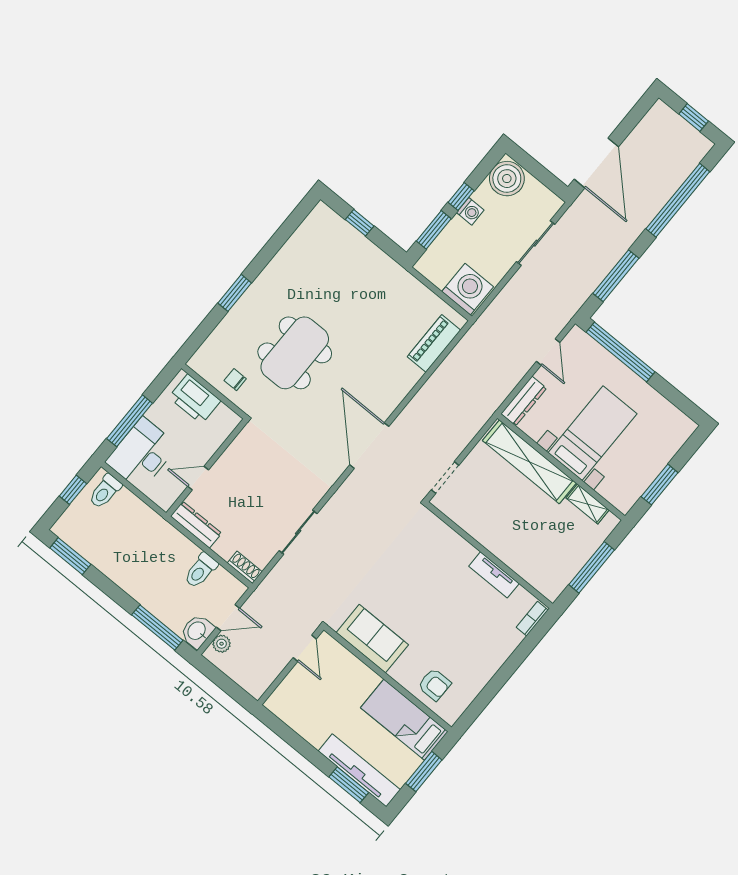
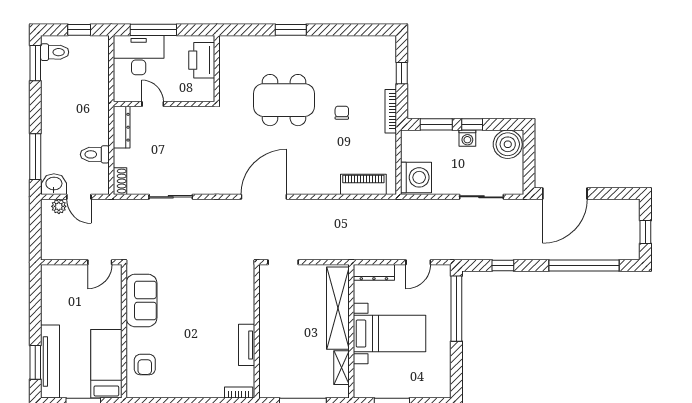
bookcase: (387, 262) -> (391, 111), added
window: (616, 276) -> (503, 265), width x0.46
chair: (235, 380) -> (342, 113), moved
toilet: (105, 491) -> (55, 52), moved, turned 180

